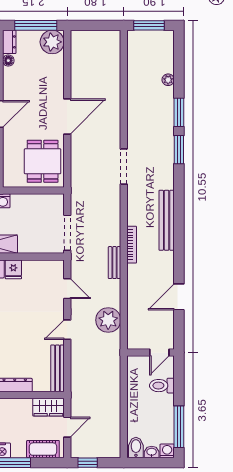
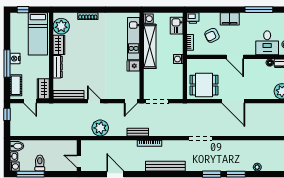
door: (67, 289) -> (131, 101), moved
toilet: (162, 386) -> (40, 163), moved

